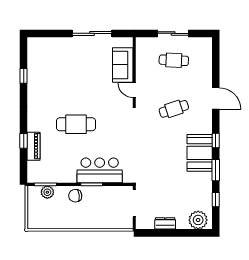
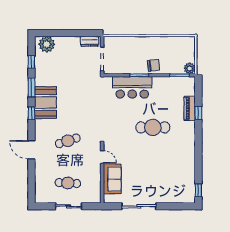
window: (24, 76) -> (198, 190), moved
plant: (47, 192) -> (190, 68), moved
dresser: (165, 223) -> (90, 41), moved

